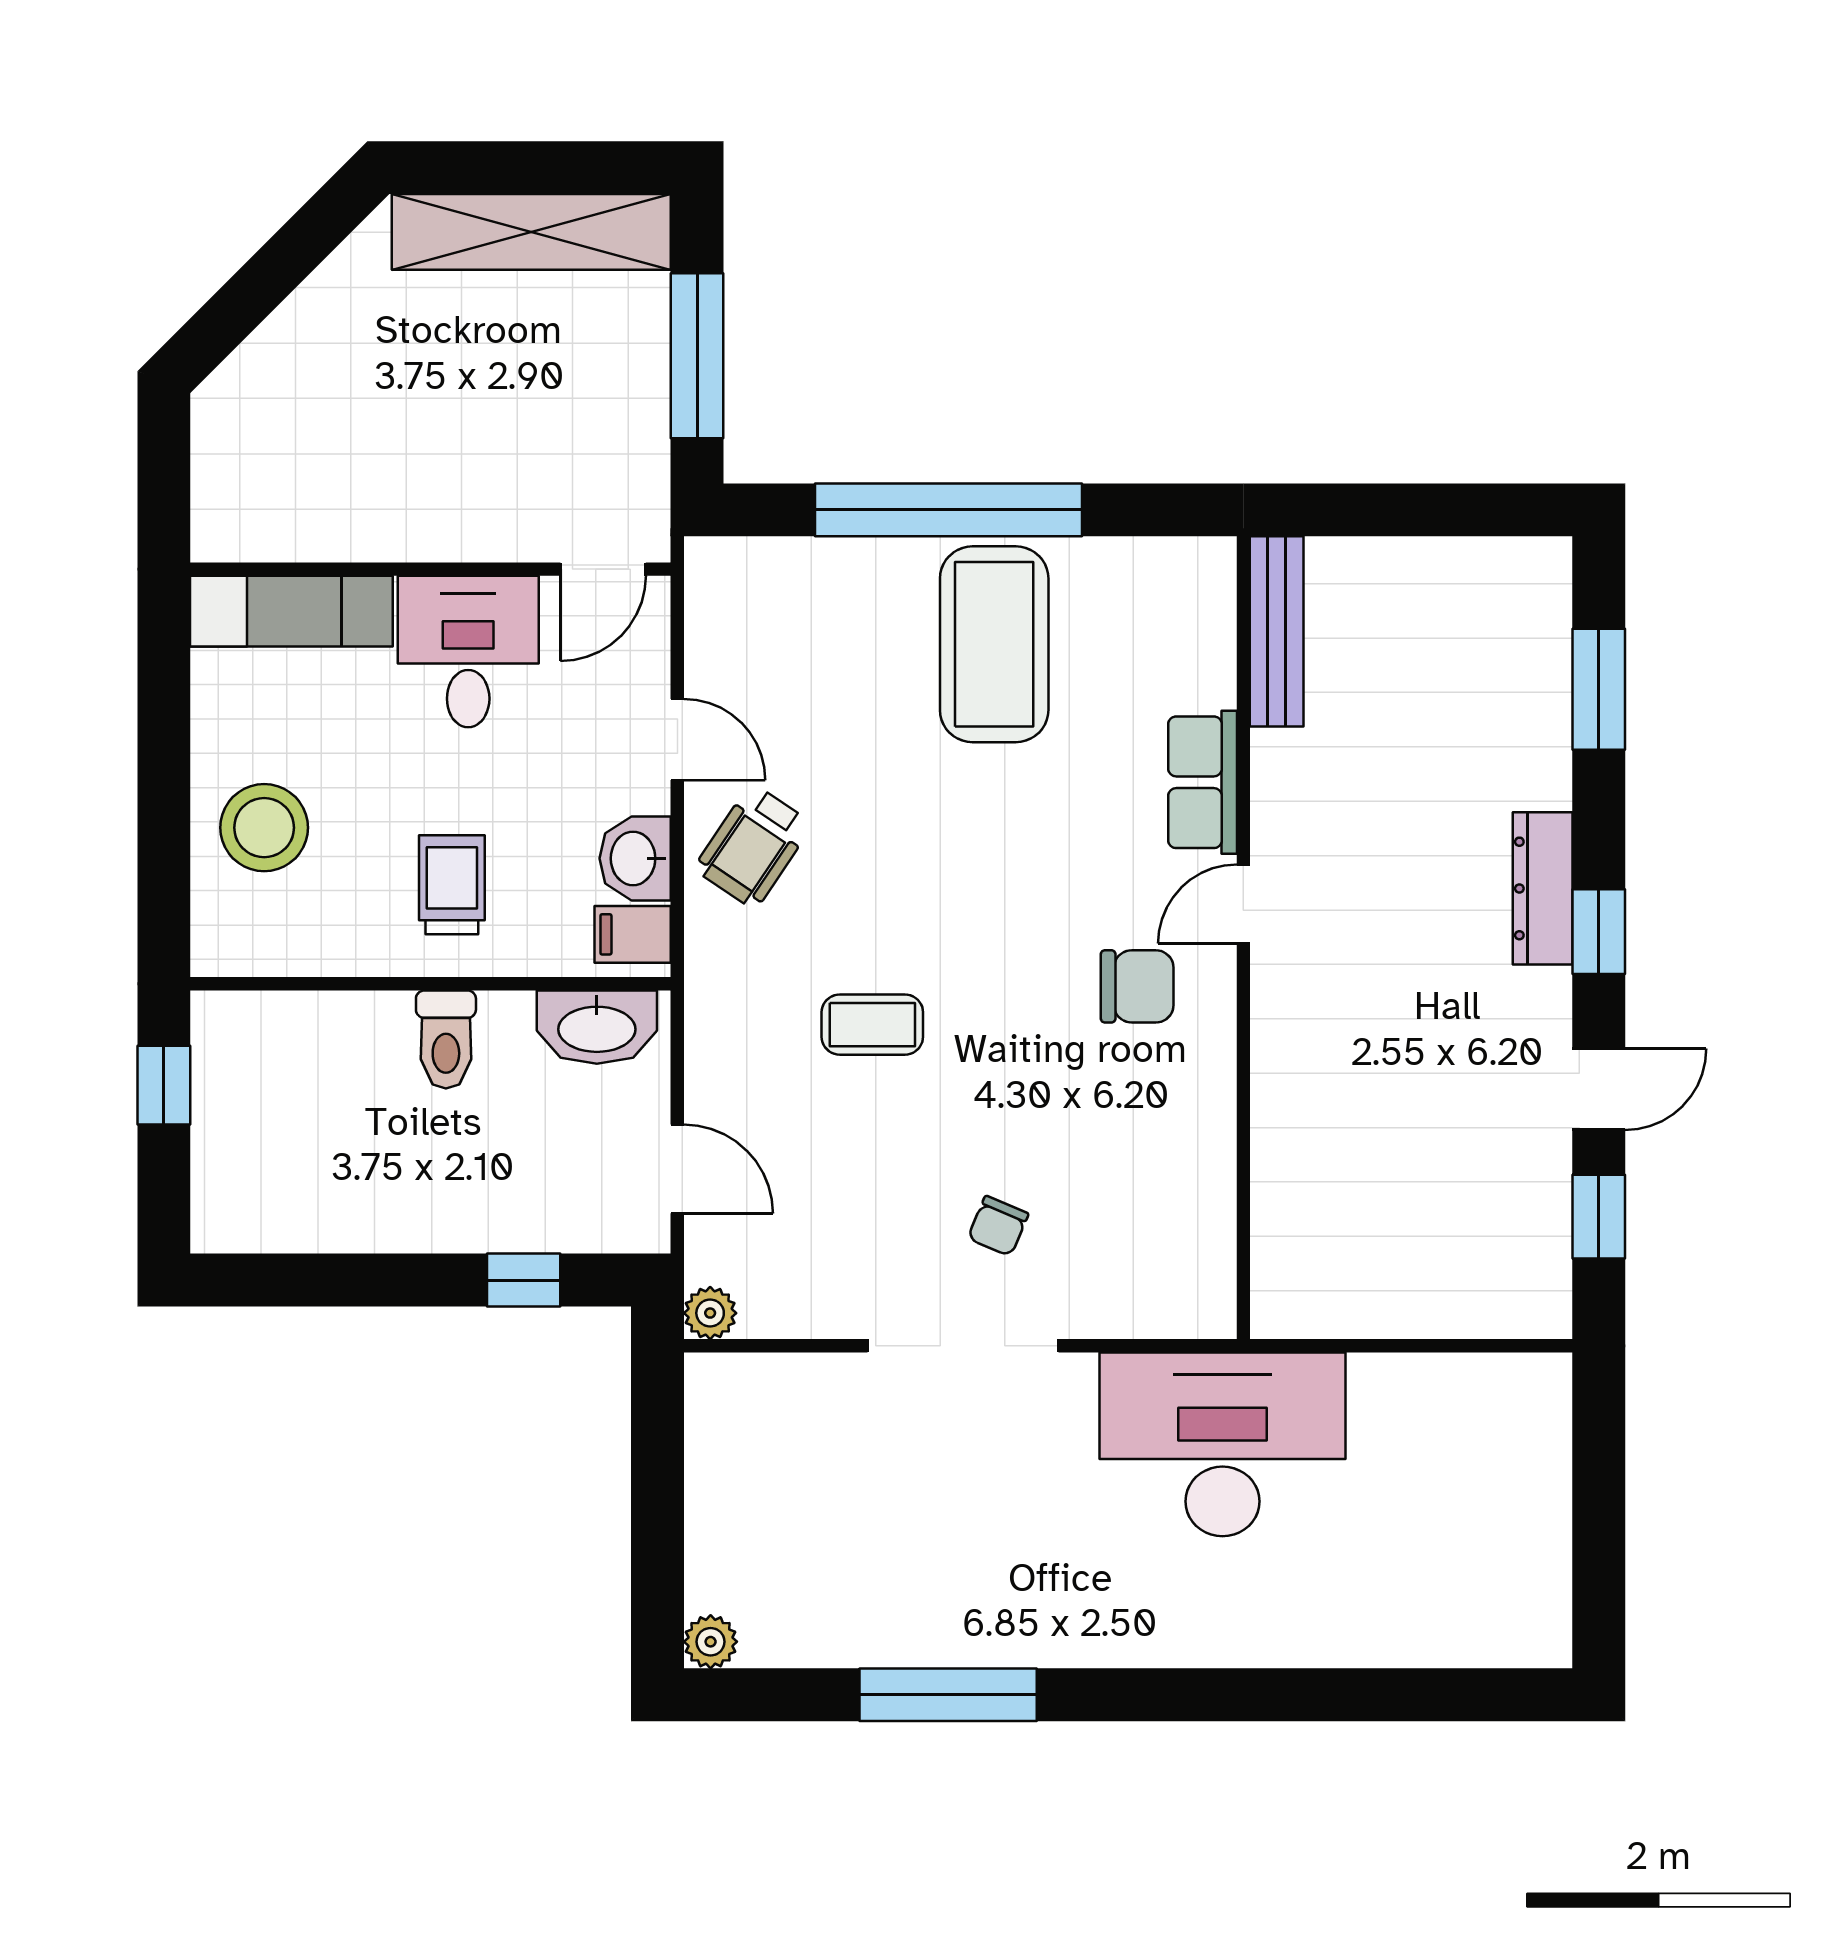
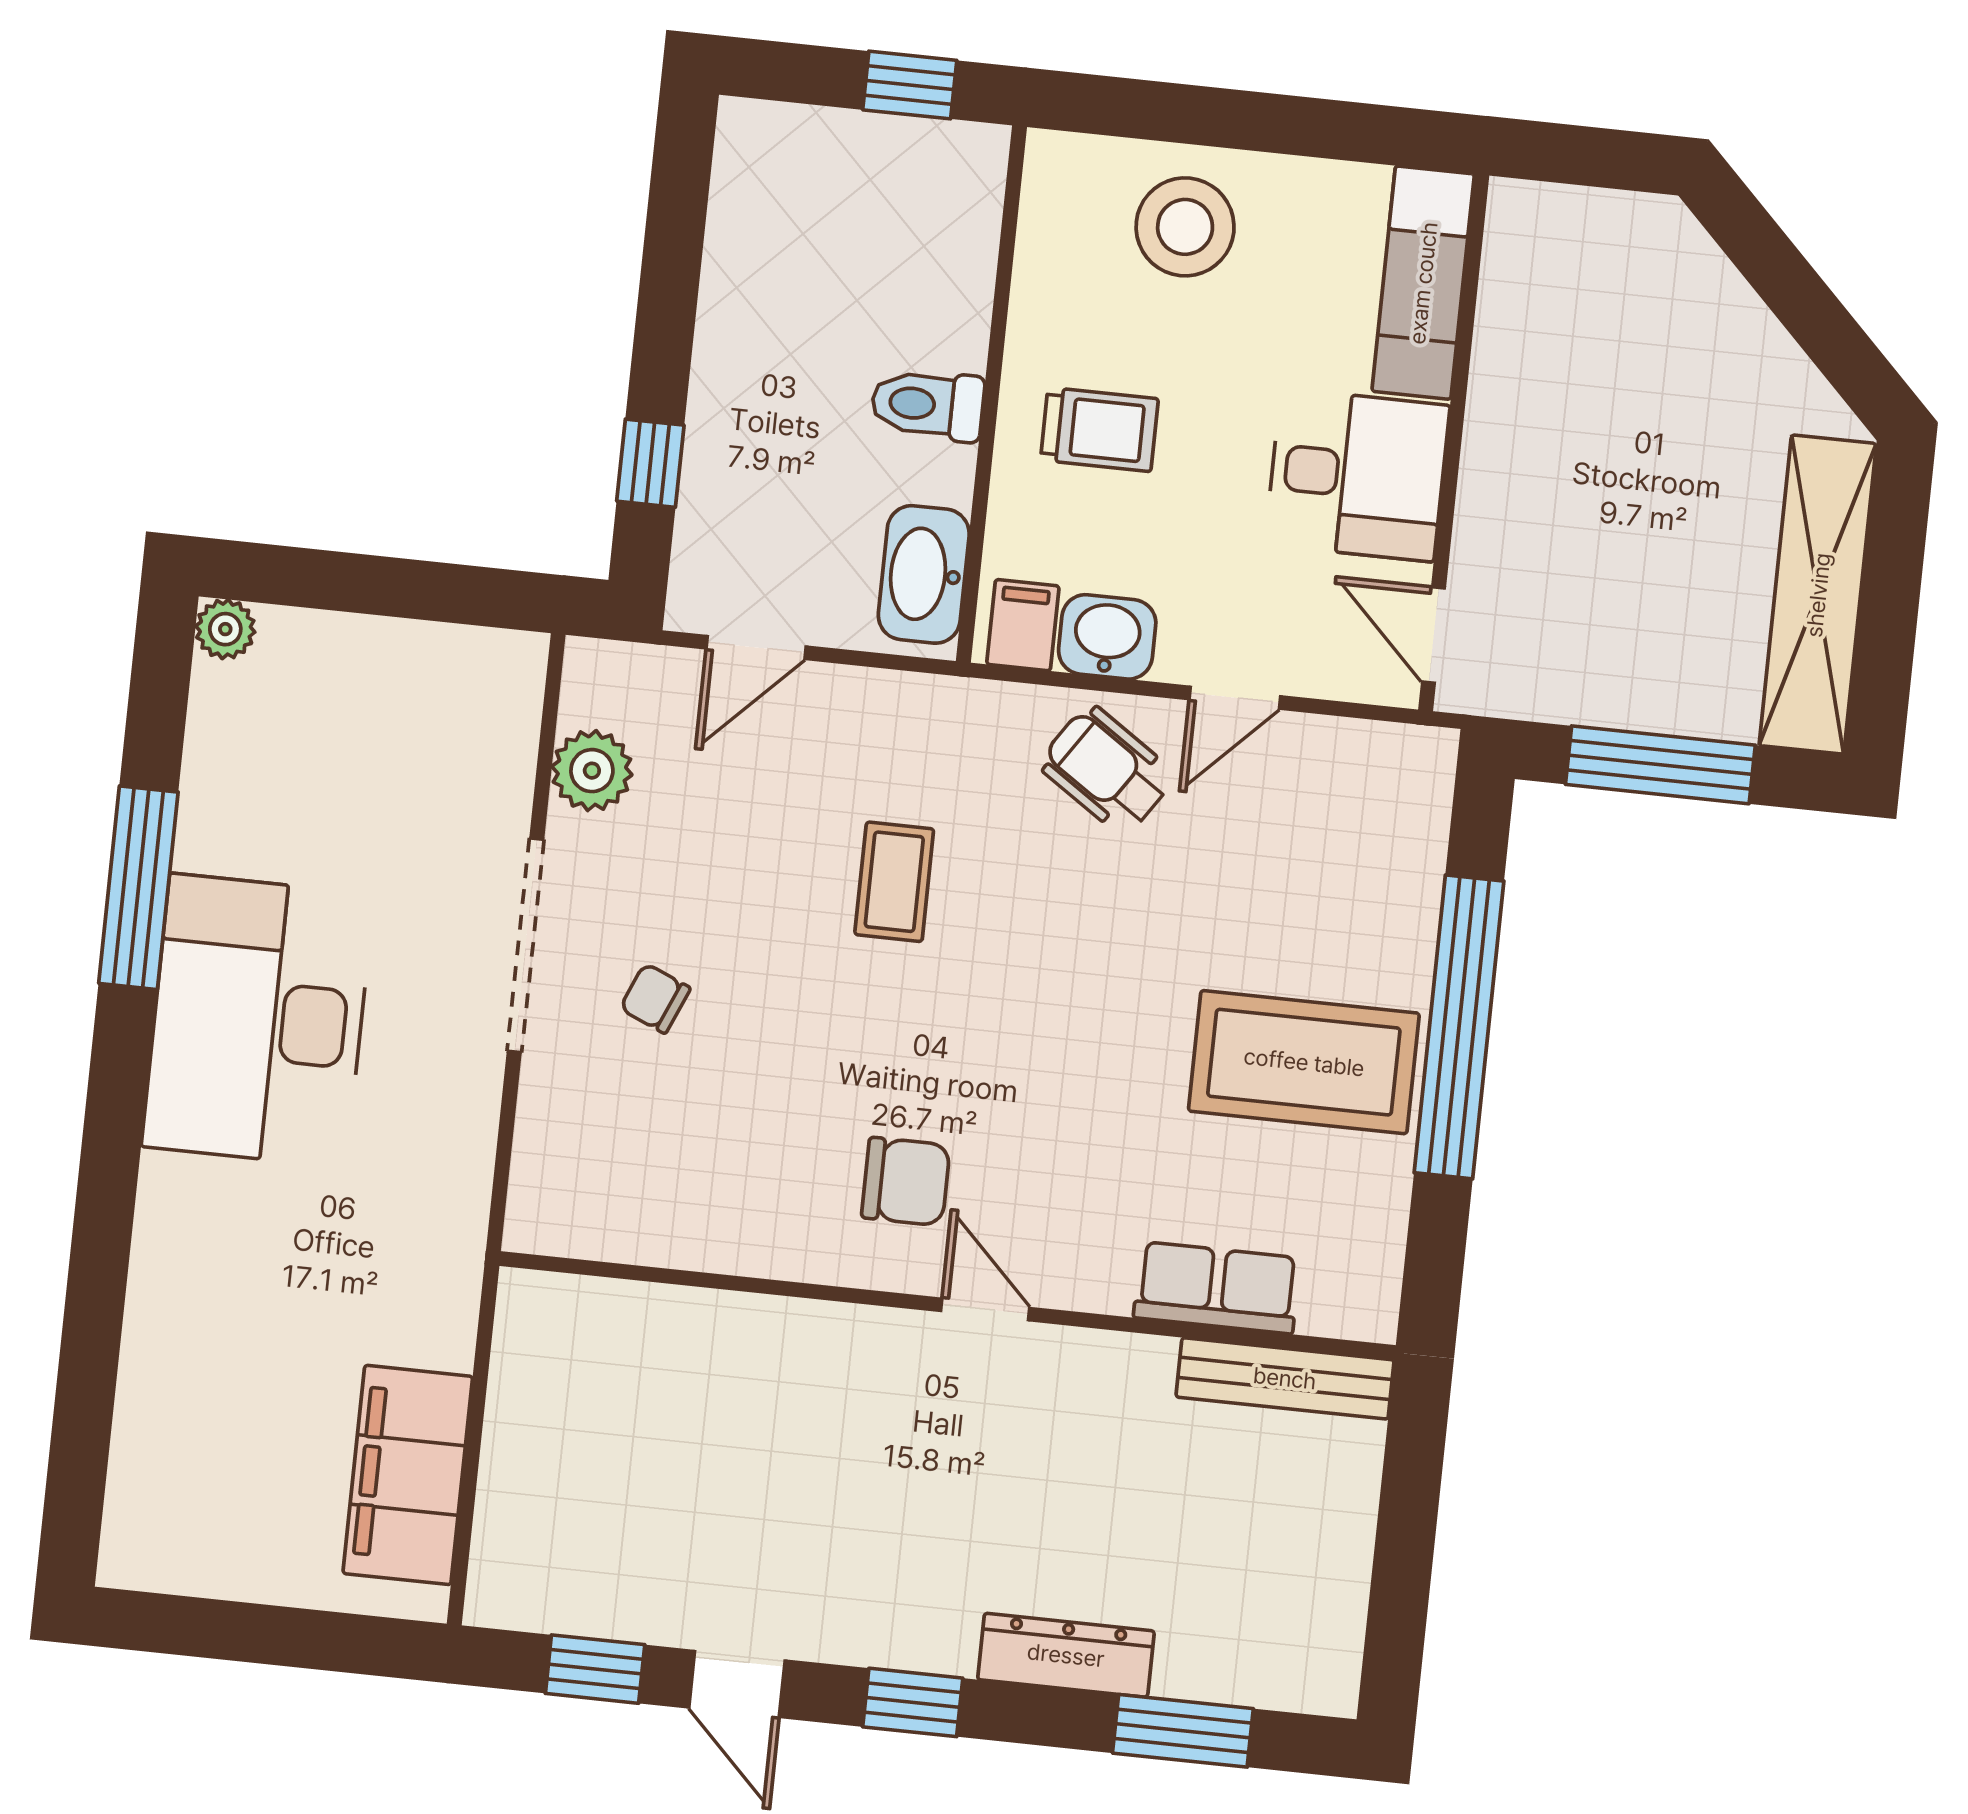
row of seats: (1203, 782) -> (1217, 1288), moved
dresser: (1543, 888) -> (1066, 1655), moved
chair: (1137, 986) -> (906, 1181), turned -90
plant: (710, 1313) -> (592, 771), moved, width x1.38, depth x1.38
filing cabinet: (1444, 1401) -> (408, 1475), added
desk: (1222, 1444) -> (258, 1020), moved, turned 180

